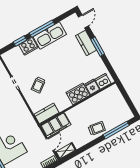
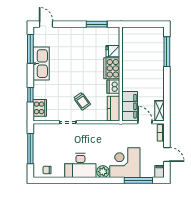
window: (42, 29) -> (30, 49), moved
kitchen counter: (86, 43) -> (68, 33), removed
cooker: (28, 46) -> (40, 108), moved
window: (98, 47) -> (97, 24), moved
dishwasher: (103, 81) -> (113, 87), moved
trolley: (97, 128) -> (155, 69), removed

